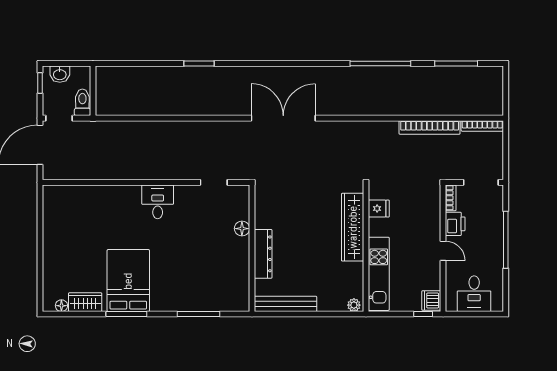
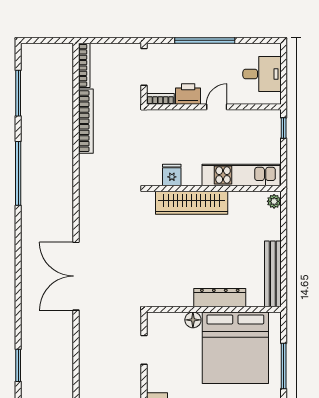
bed: (216, 269) -> (235, 348), added
dishwasher: (431, 300) -> (269, 119), removed

